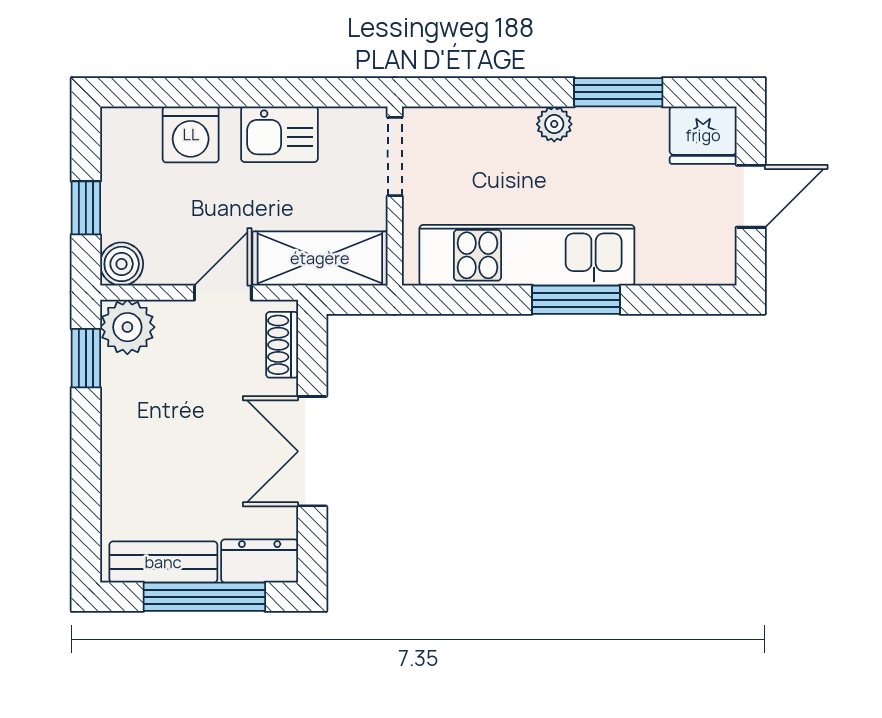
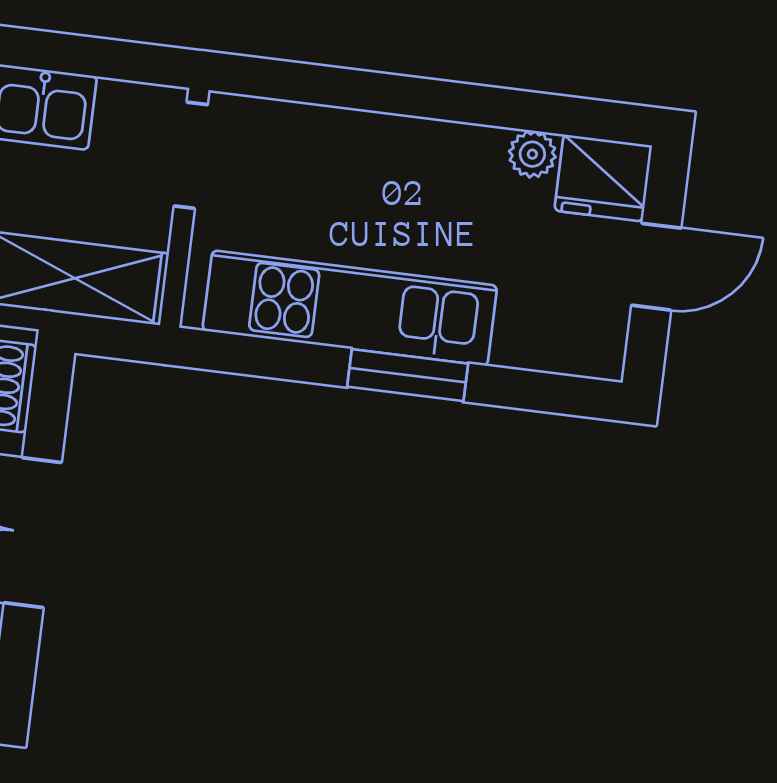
window: (618, 92) -> (498, 107), removed
plant: (554, 124) -> (532, 154), moved

